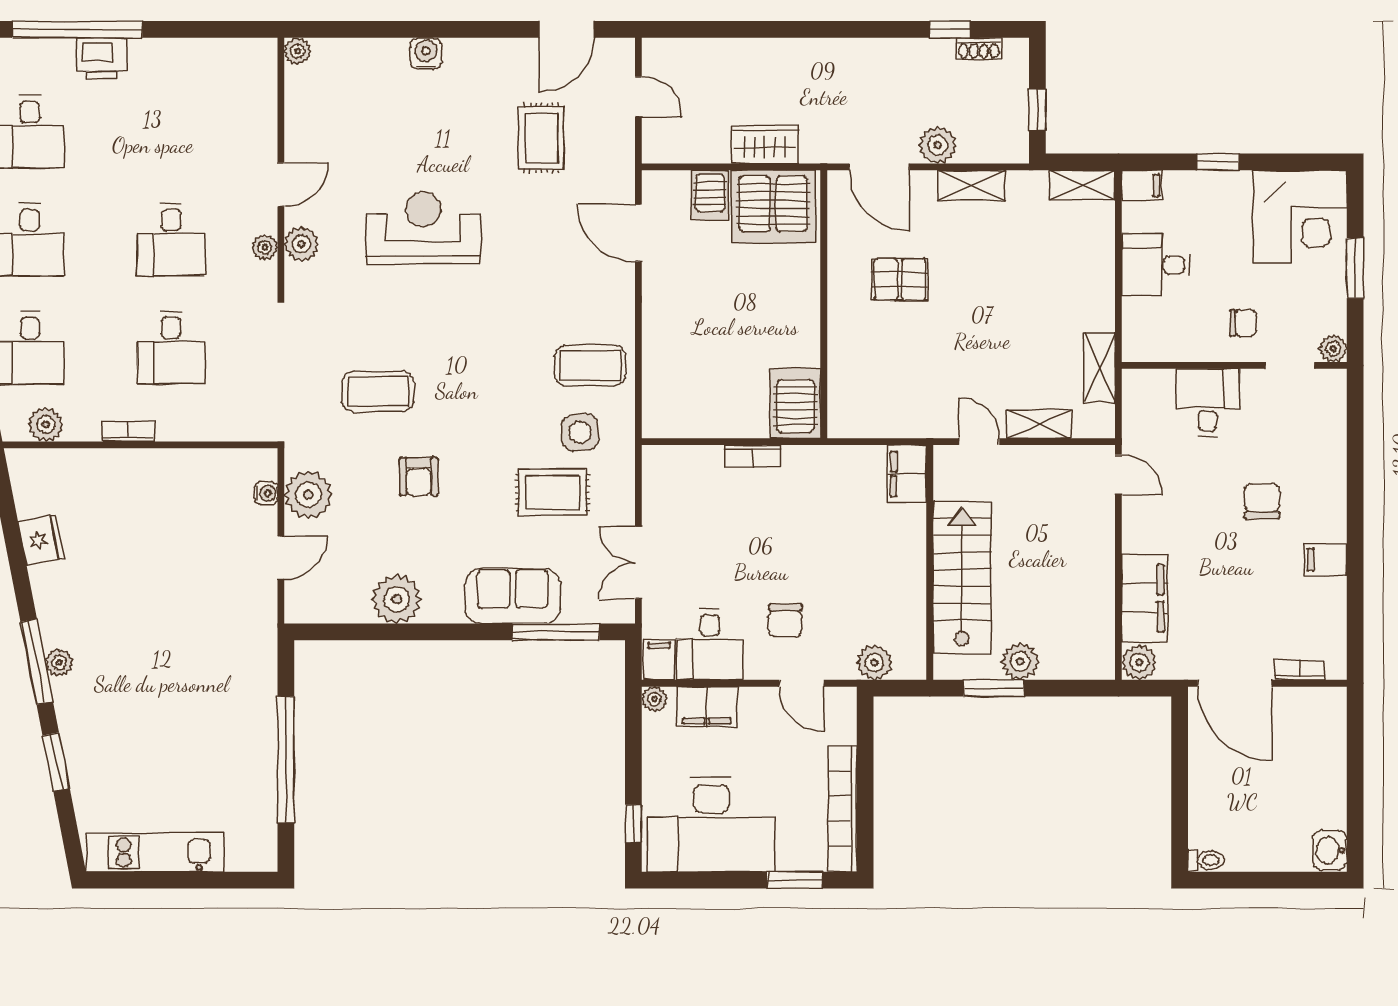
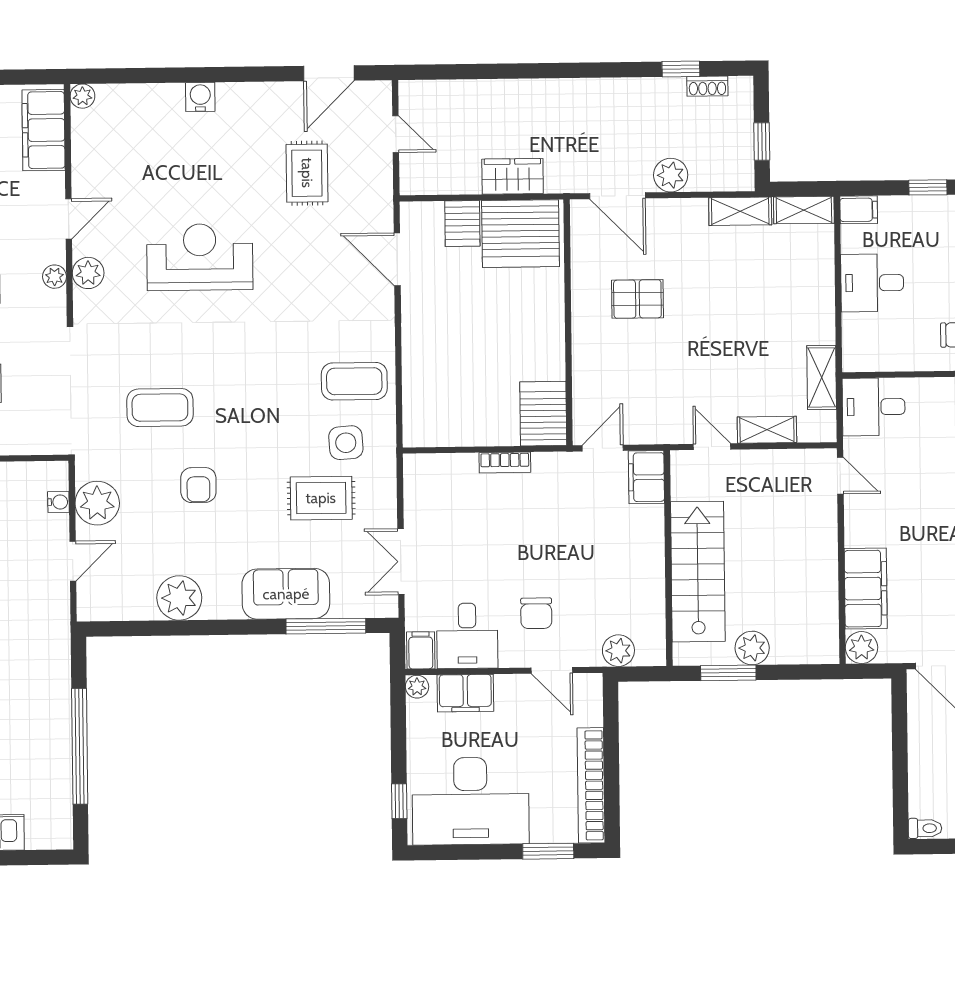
filing cabinet: (255, 88) -> (44, 130), added
shelving: (972, 185) -> (740, 211), moved
desk: (1208, 403) -> (874, 407), moved, turned -90
door: (860, 442) -> (603, 448), added

